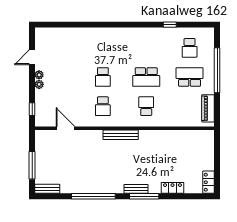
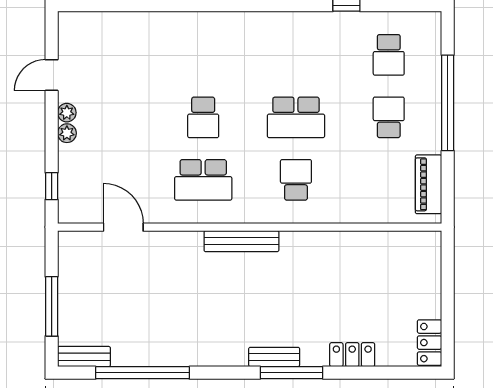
school desk: (190, 77) -> (389, 117), width x0.54
school desk: (103, 106) -> (203, 180), width x1.85
window: (93, 196) -> (143, 373), moved

